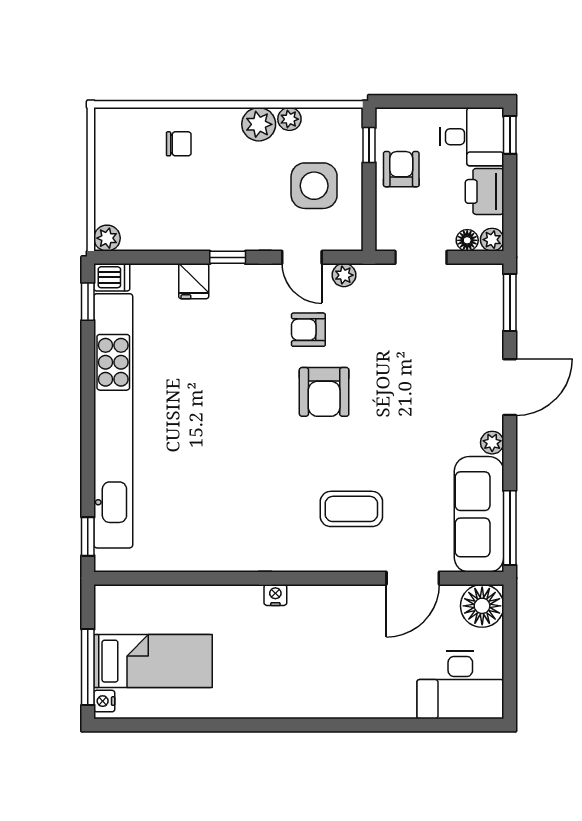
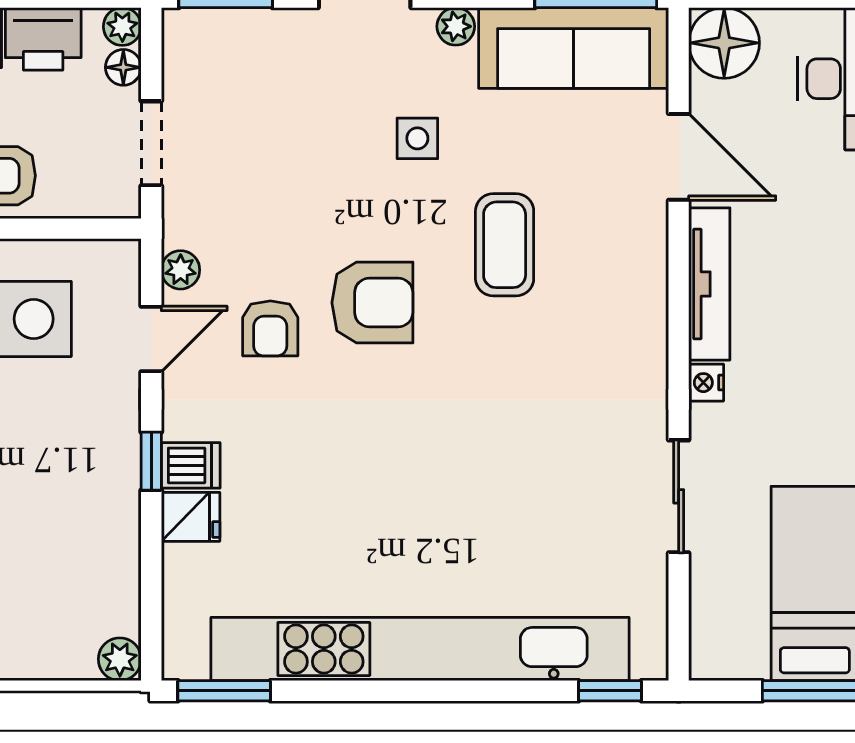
dishwasher: (112, 277) -> (191, 465), moved, turned 90
window: (88, 302) -> (224, 691), width x1.50
side table: (424, 419) -> (417, 138), added
coffee table: (351, 509) -> (505, 245), moved
sliding door: (206, 578) -> (679, 496), added
tv unit: (335, 597) -> (709, 284), added

